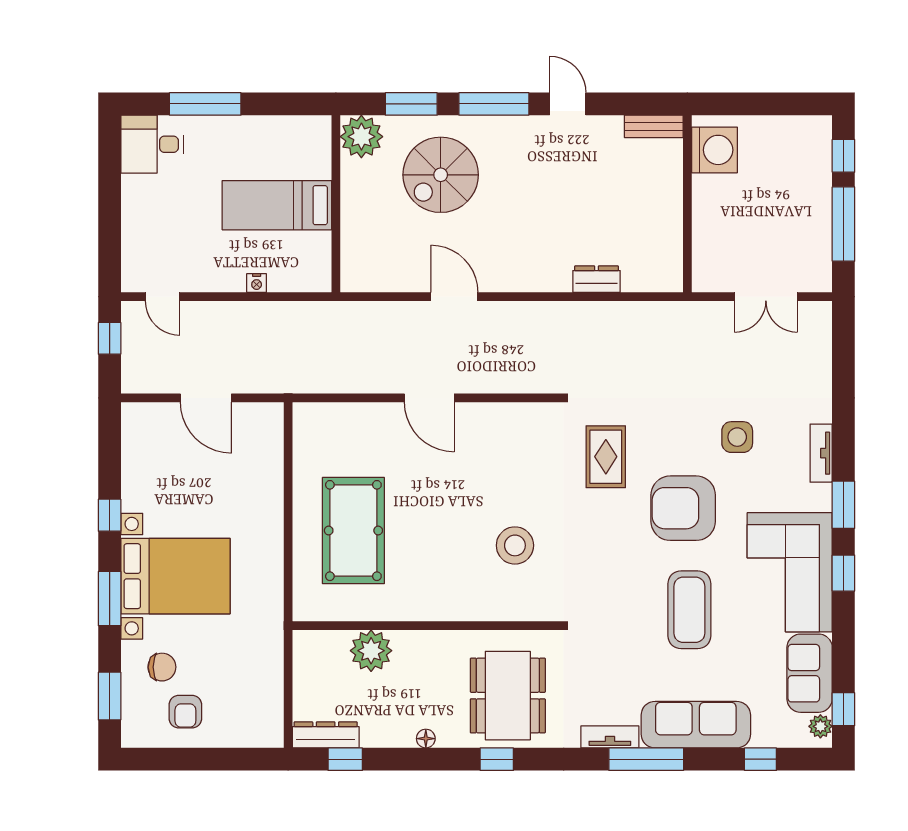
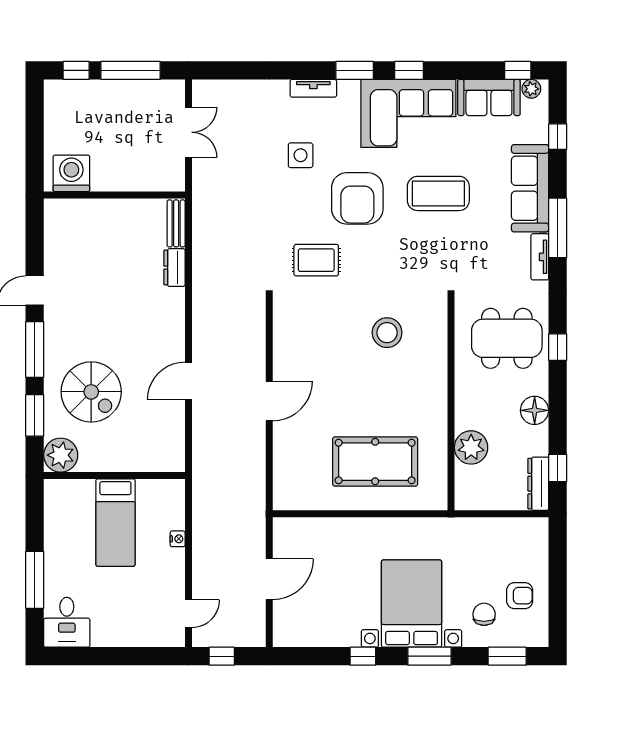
bench: (654, 126) -> (176, 223), moved
floor lamp: (426, 739) -> (535, 410), width x1.89, depth x1.89

